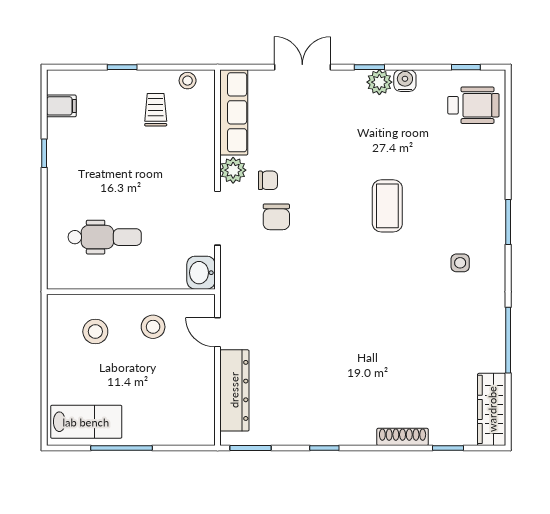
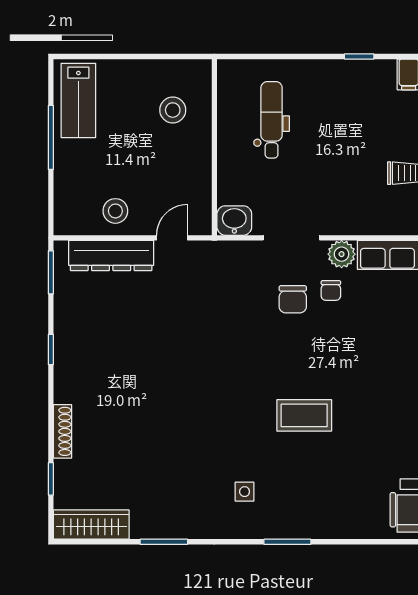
chair: (276, 217) -> (293, 299), turned -90
dental chair: (105, 237) -> (272, 120), turned 180
stool: (153, 327) -> (115, 211), moved
window: (508, 340) -> (164, 542), width x0.69

